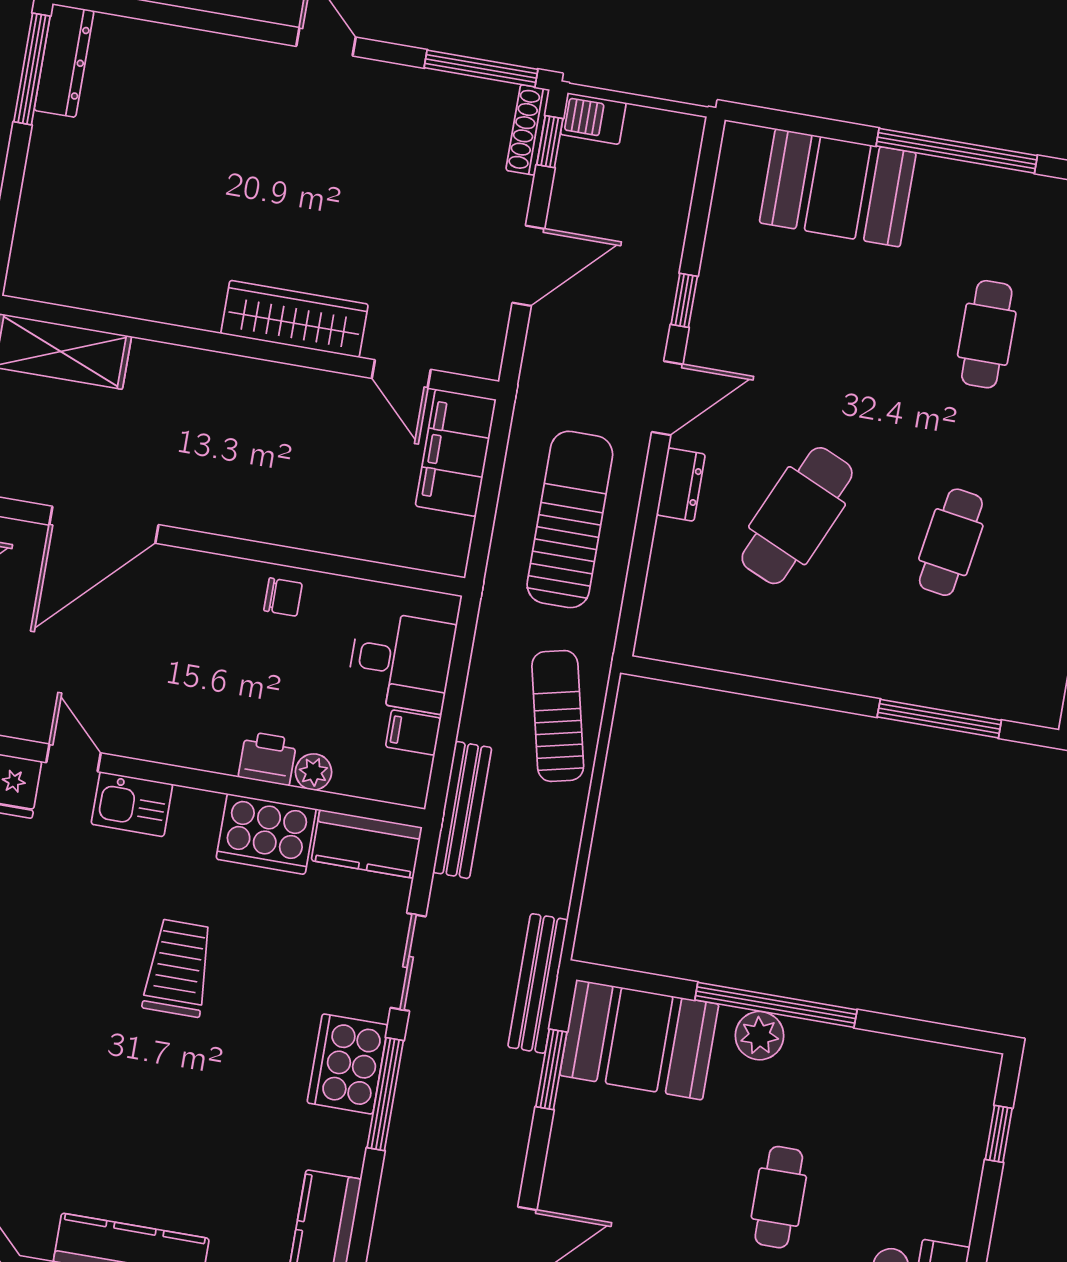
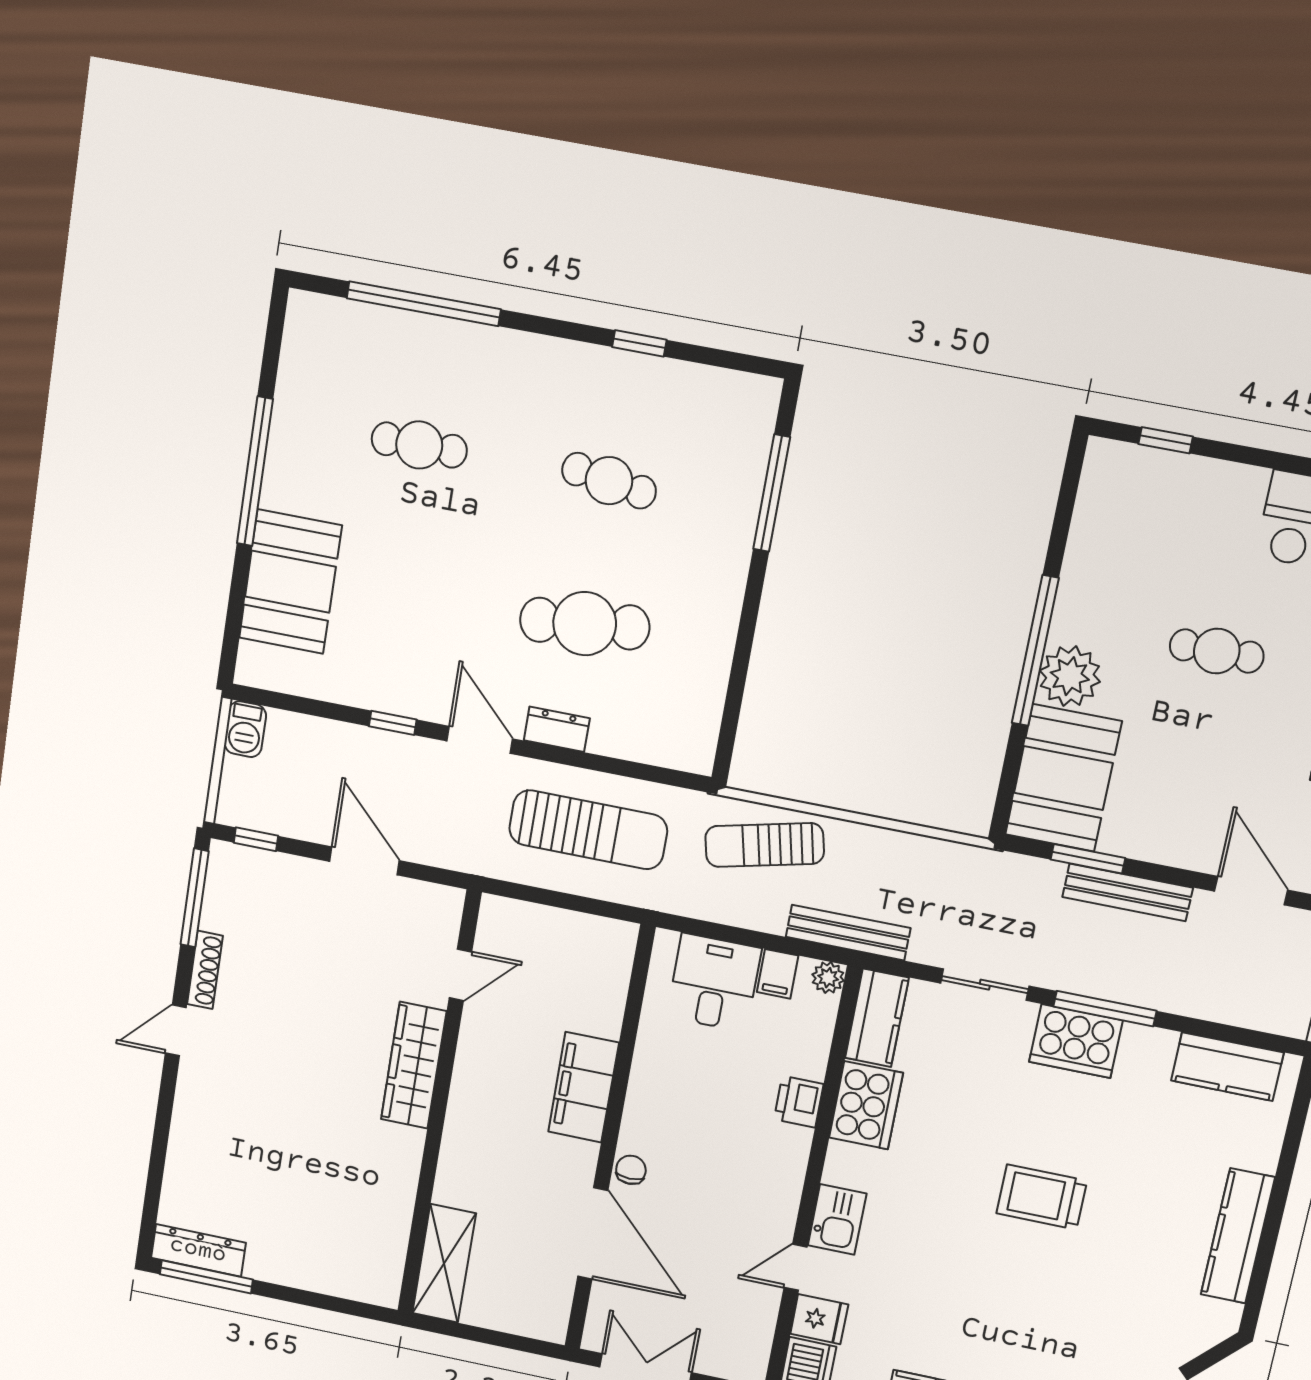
barbecue: (593, 119) -> (245, 729), moved
shoe rack: (528, 130) -> (205, 970), moved, turned -90
filing cabinet: (456, 453) -> (584, 1087), moved, turned 90
cafe table: (797, 516) -> (585, 624), turned -30
sun lounger: (570, 519) -> (588, 830), turned 180
chair: (283, 597) -> (631, 1170), moved
plant: (314, 772) -> (828, 978), moved
trolley: (178, 968) -> (1042, 1197), moved
bench: (538, 983) -> (1128, 892), moved
plant: (759, 1036) -> (1070, 676), width x1.36, depth x1.36

